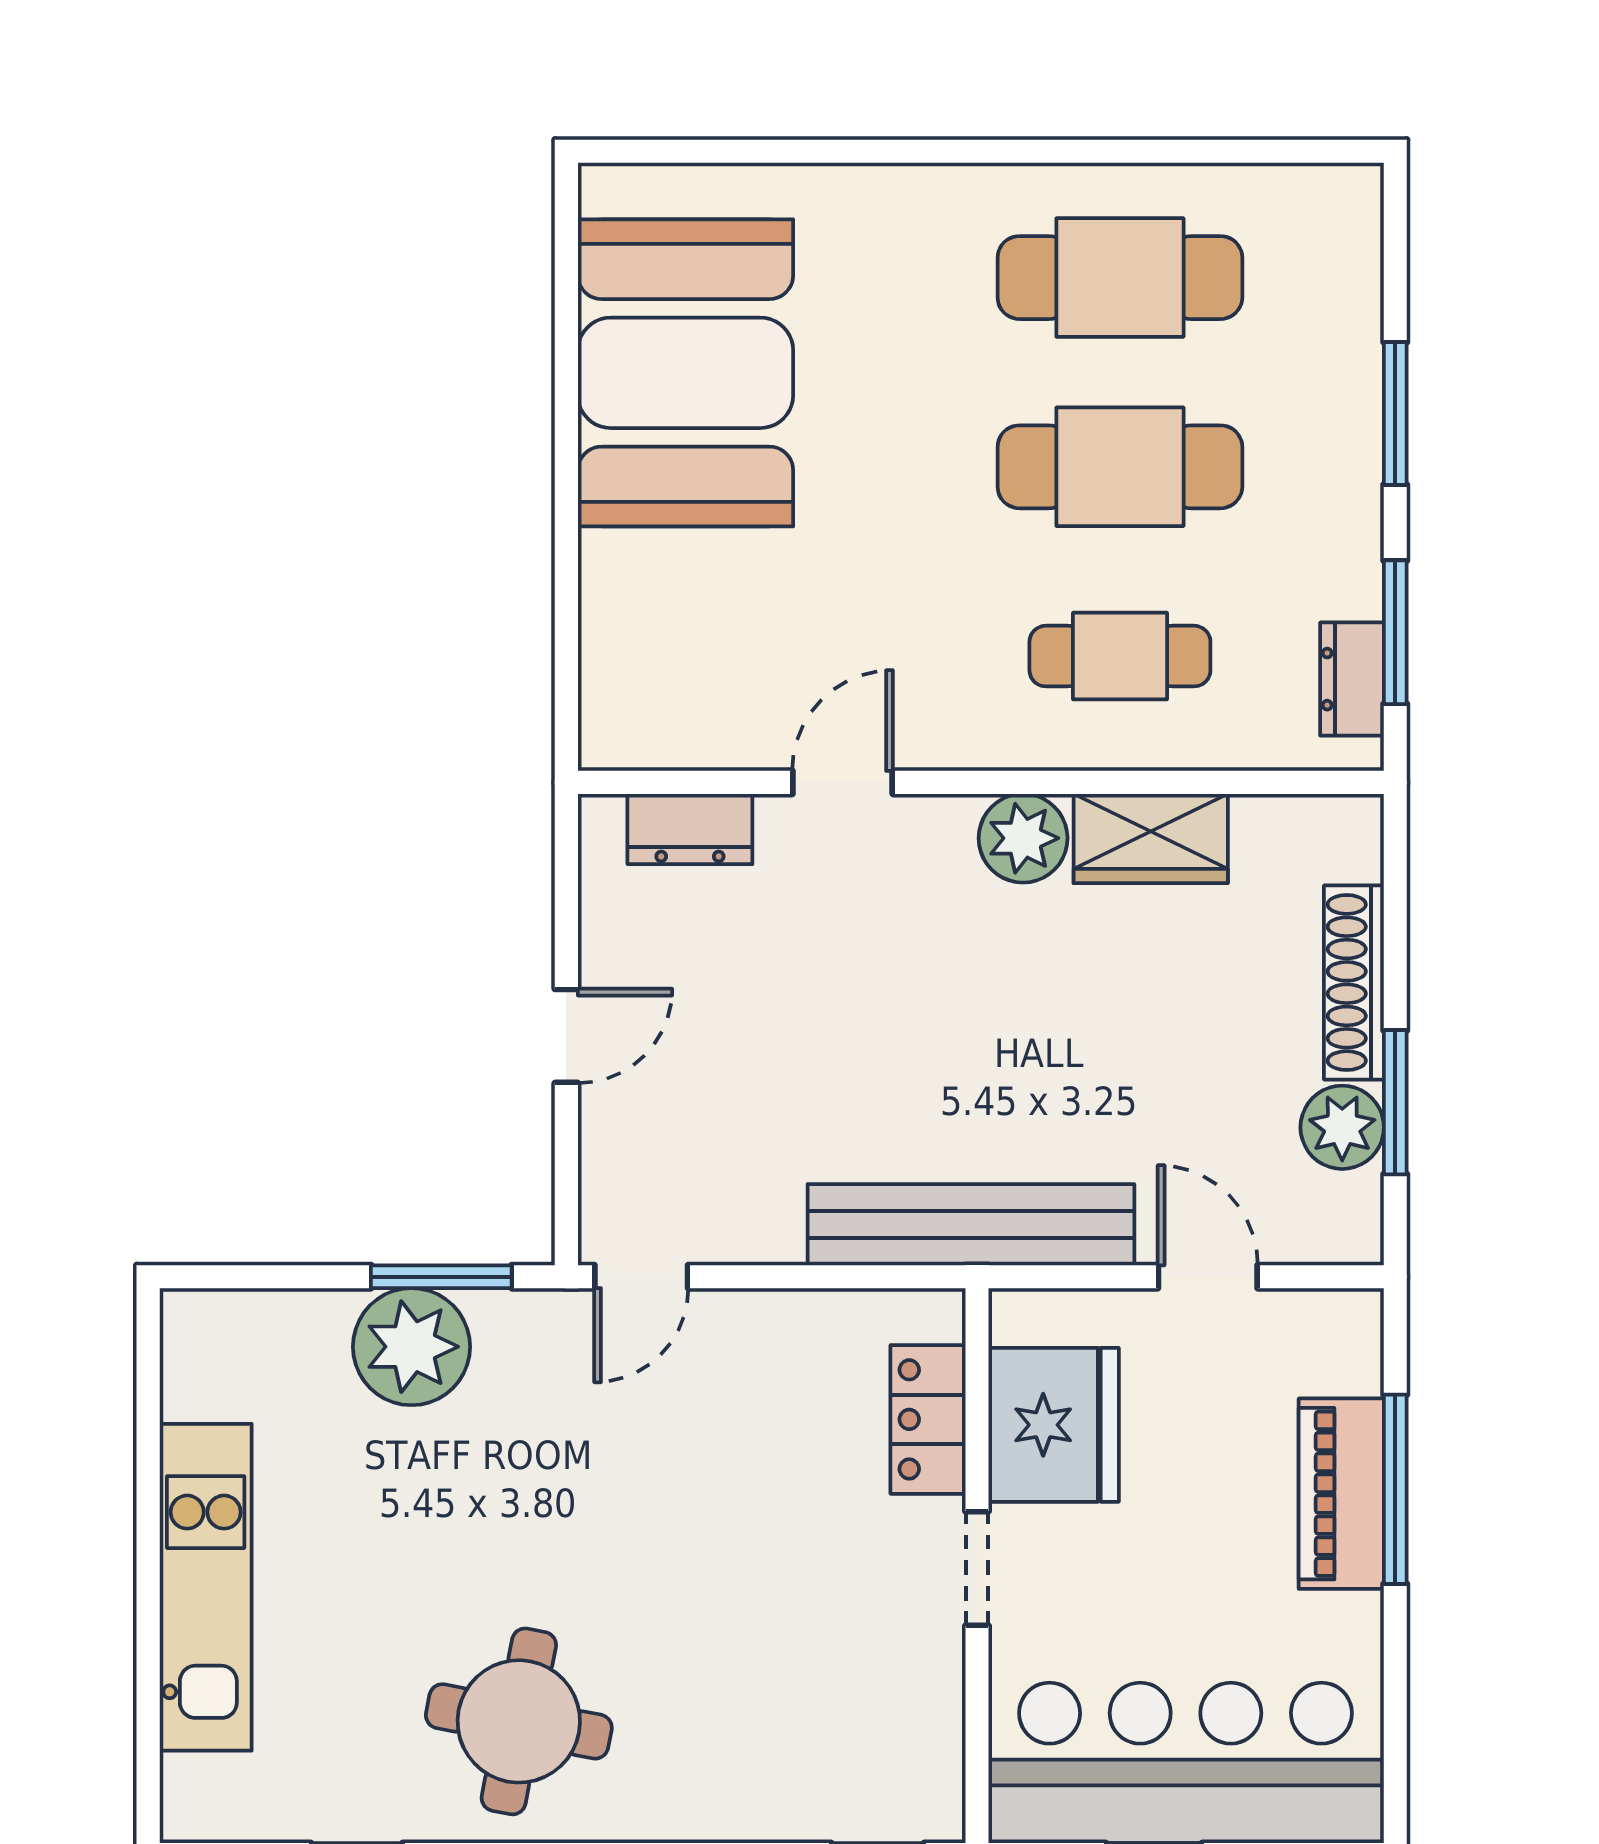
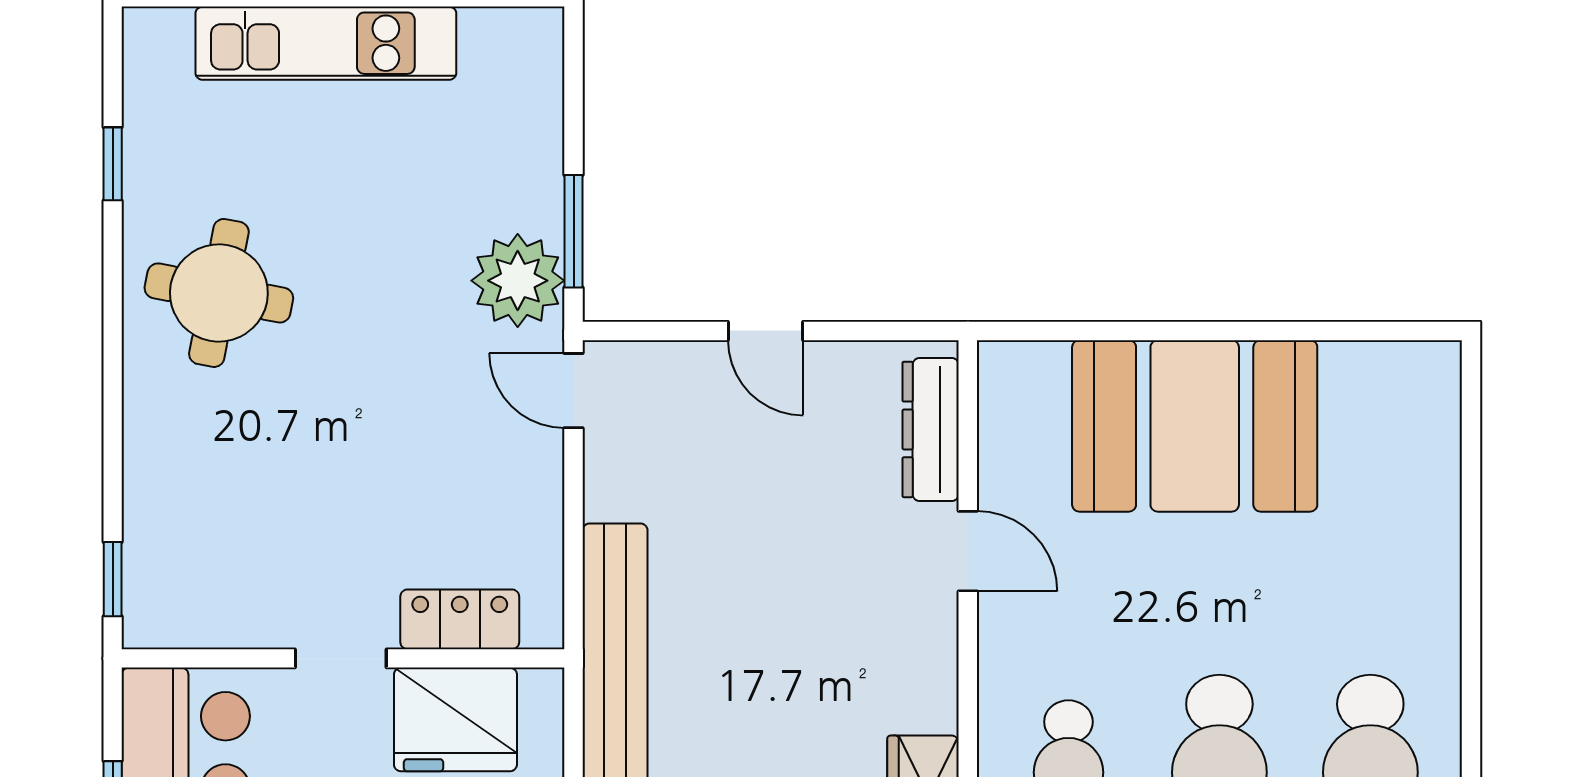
booth: (686, 373) -> (1195, 426), moved
dresser: (690, 829) -> (931, 429), width x1.44
plant: (1023, 838) -> (923, 695), removed
plant: (411, 1347) -> (518, 281), moved

